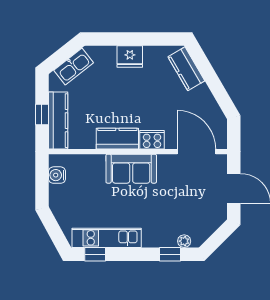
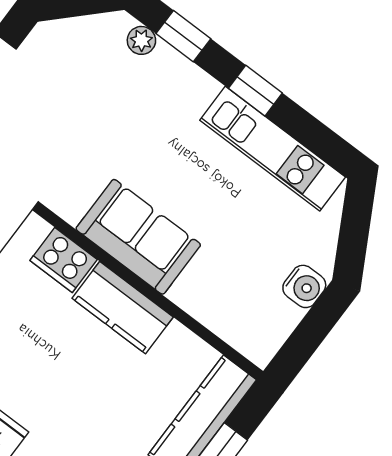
water cooler: (57, 175) -> (304, 286), moved
window: (95, 254) -> (255, 91), moved

